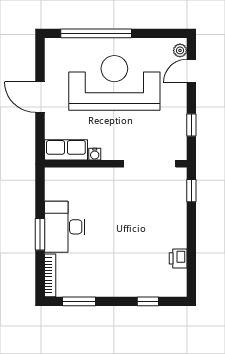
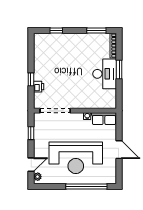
window: (191, 191) -> (31, 79), moved
printer: (178, 258) -> (39, 87), moved

